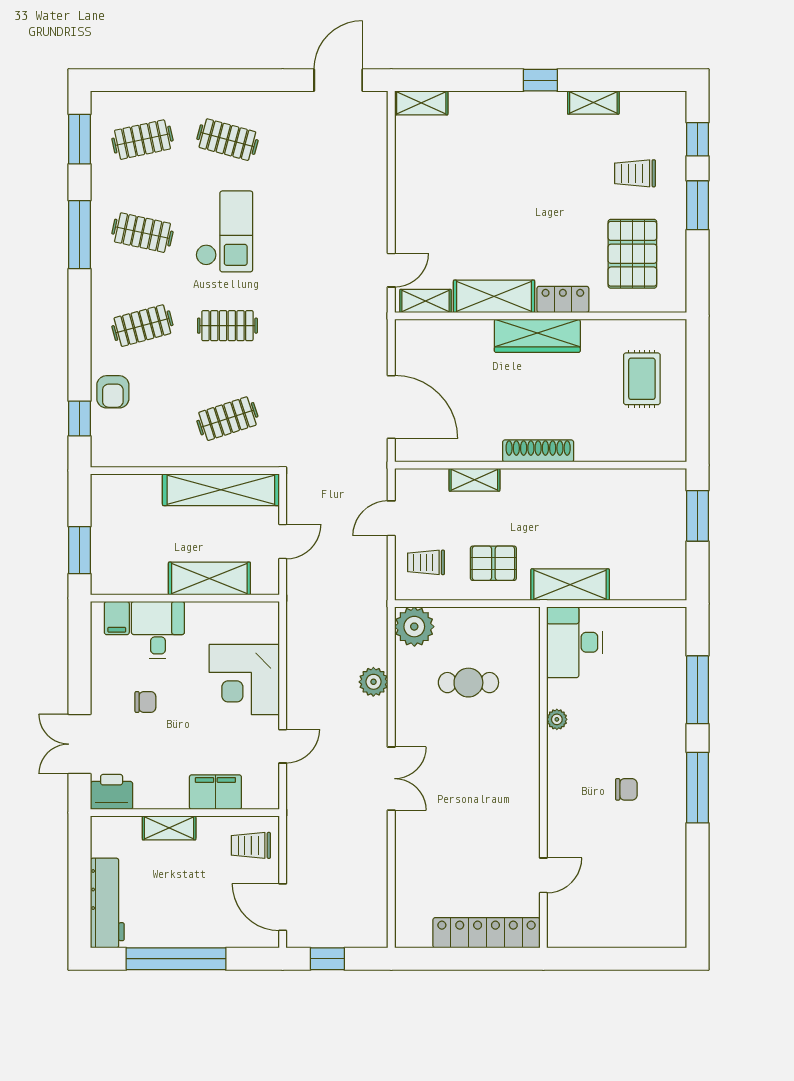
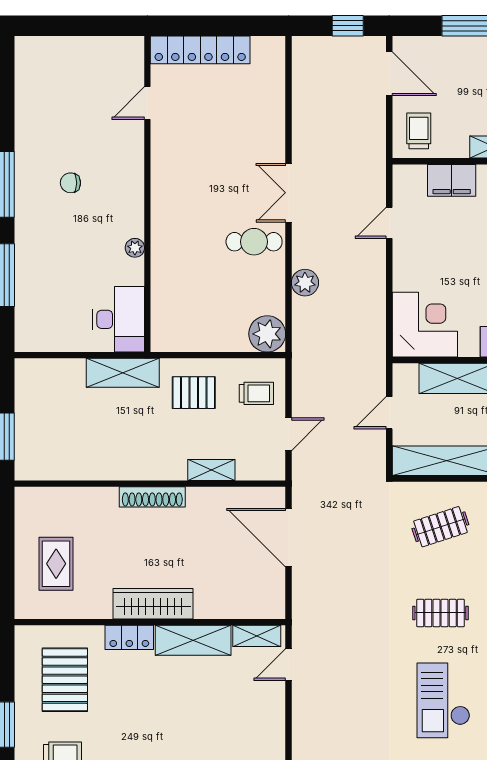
corner desk: (244, 679) -> (425, 325), moved
cafe table: (468, 683) -> (254, 242), moved
trolley: (251, 845) -> (419, 131), turned -90

